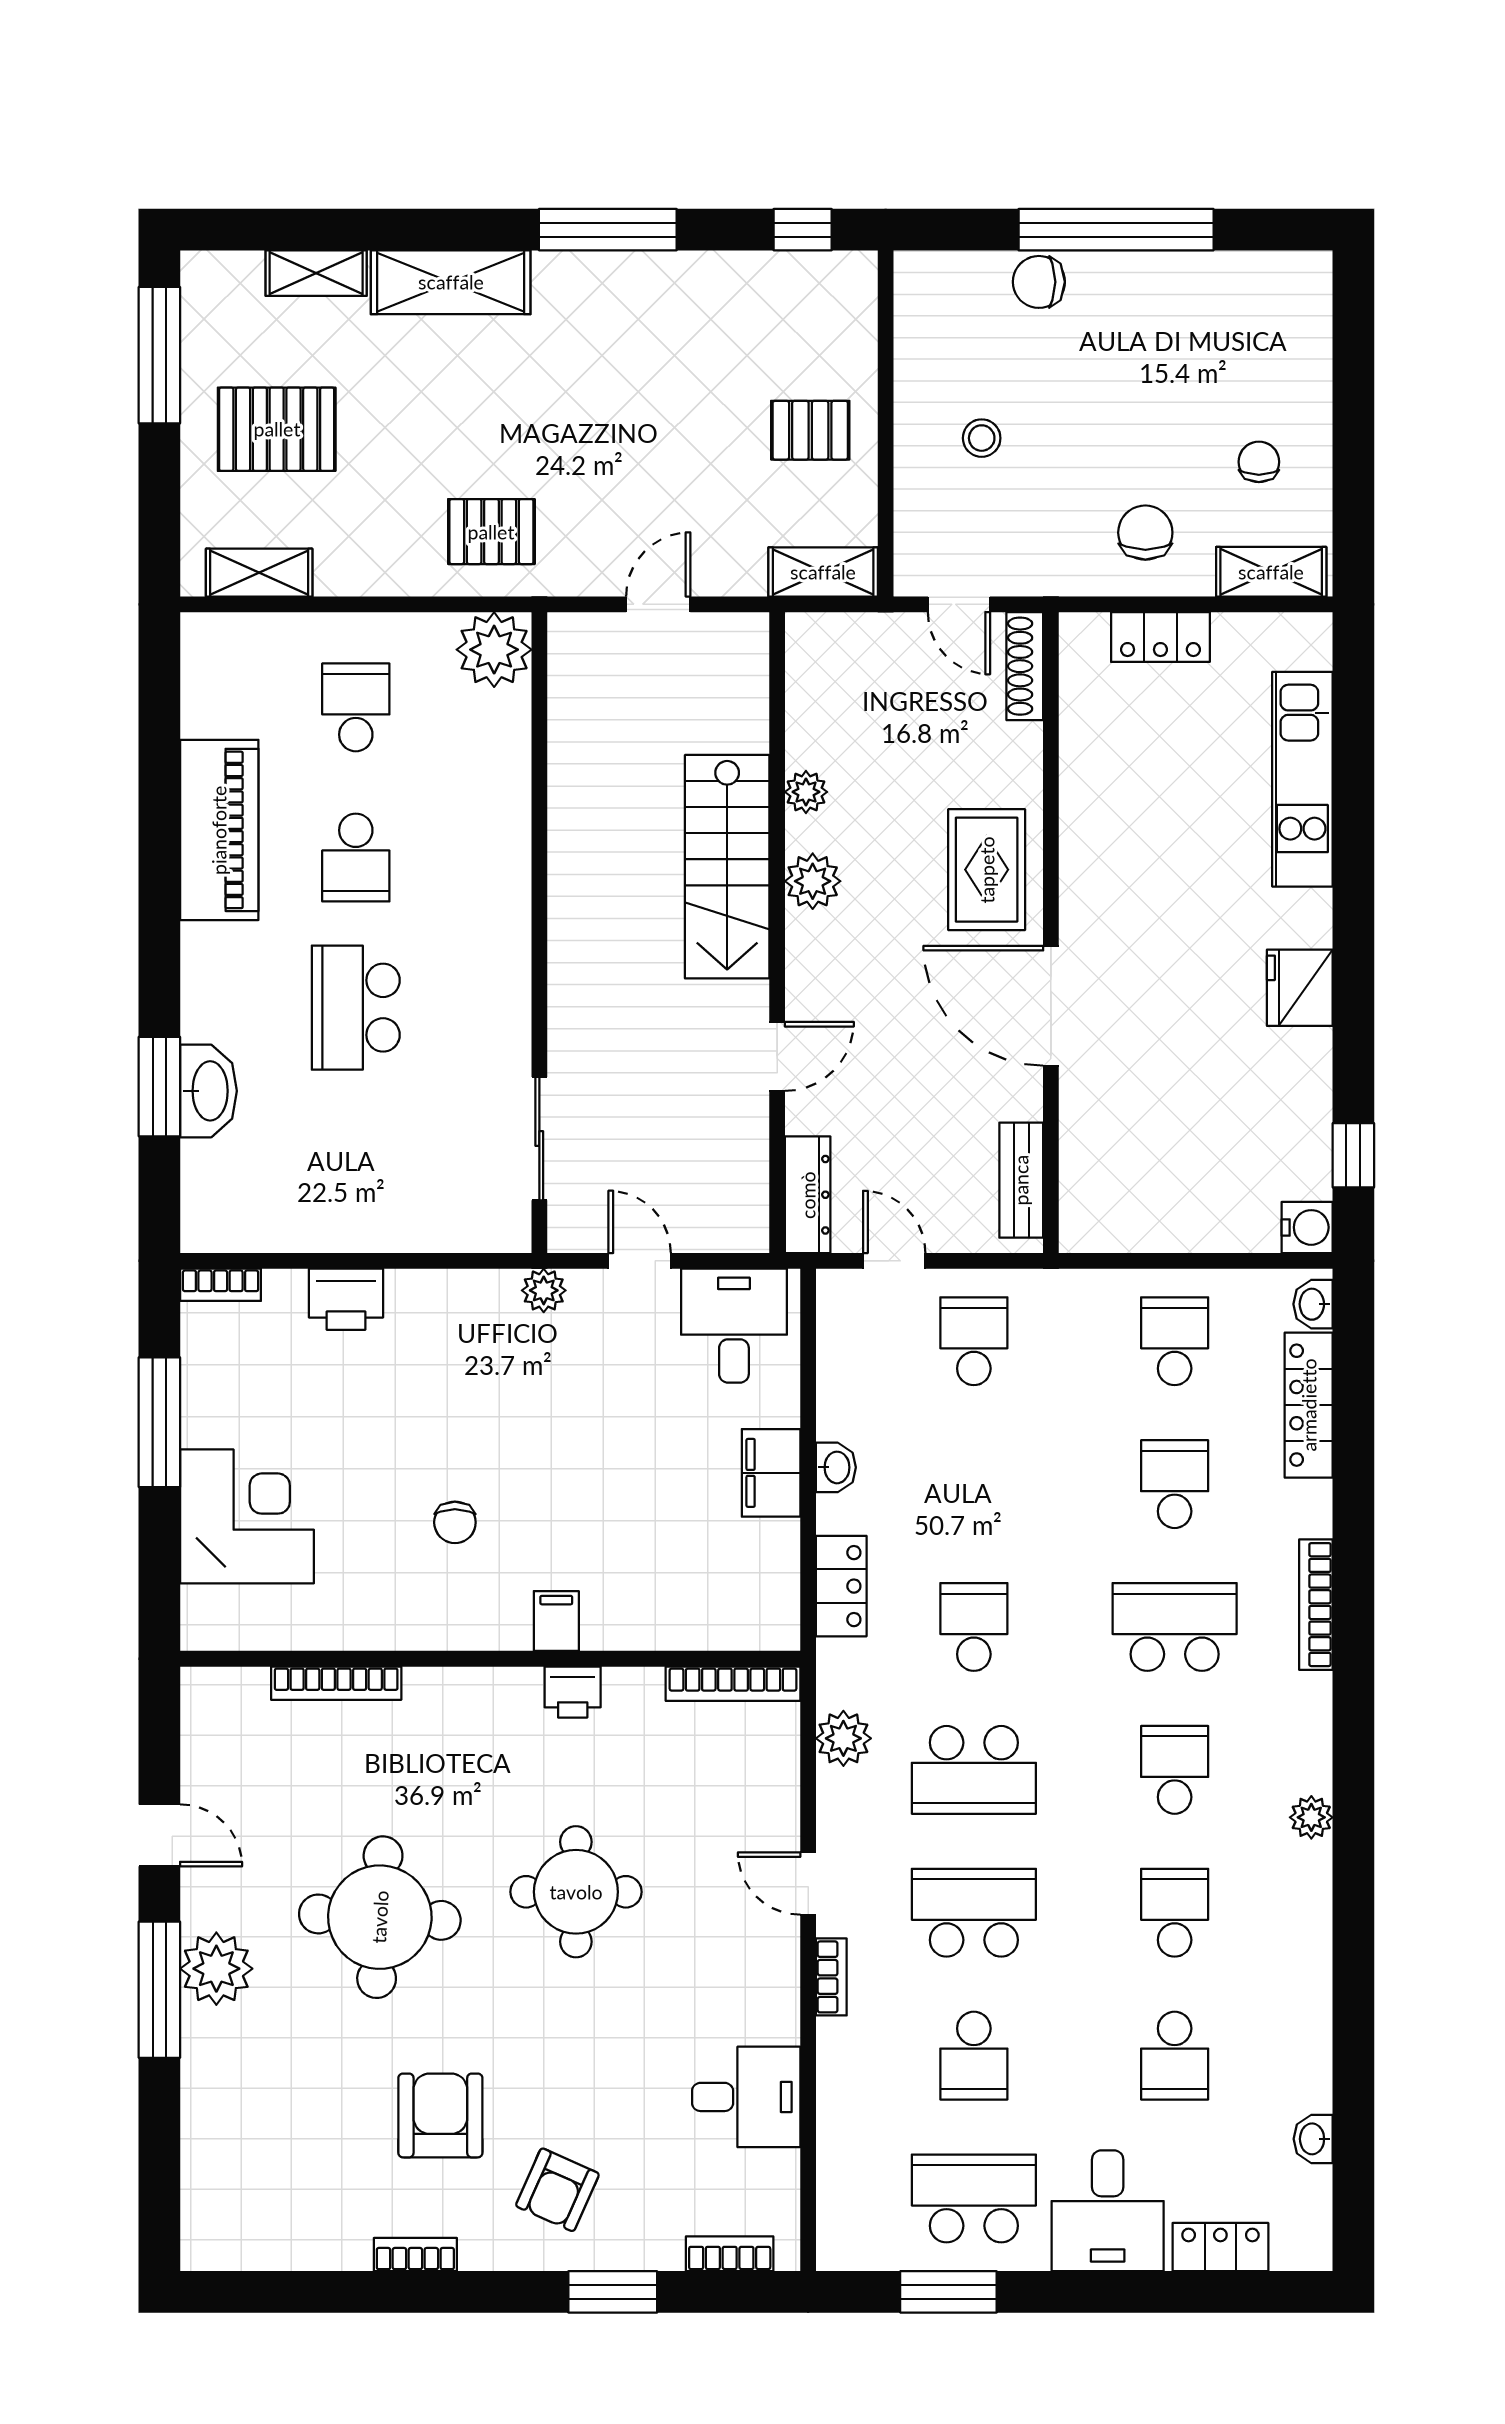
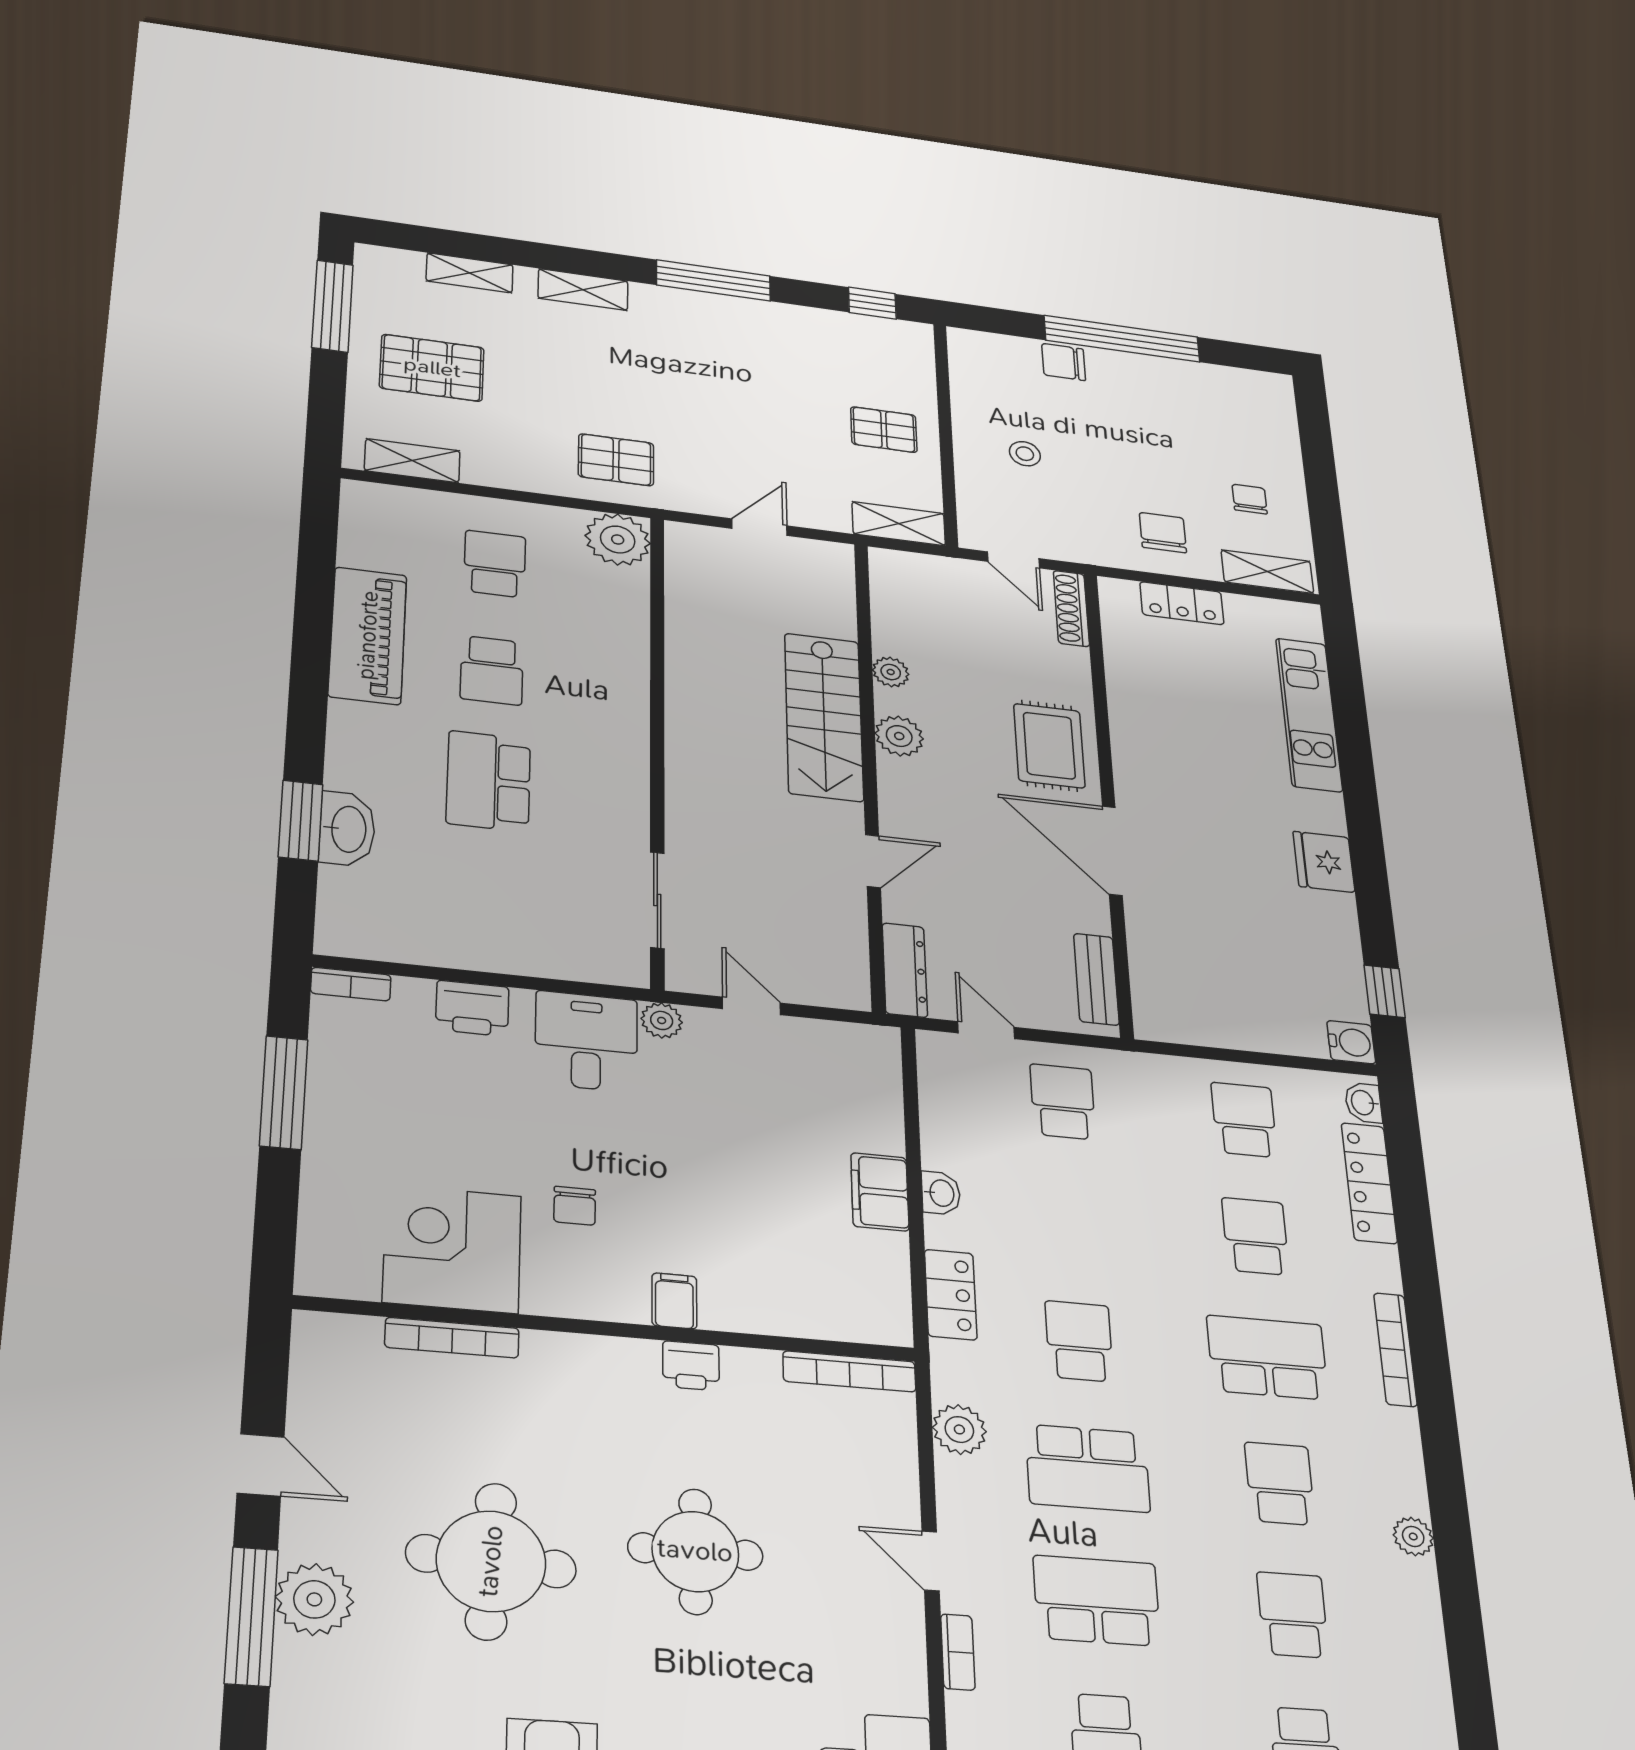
shelving: (451, 282) -> (583, 290), width x0.67, depth x0.75
desk: (734, 1326) -> (586, 1041), moved
corner desk: (247, 1516) -> (452, 1249), moved, turned -90

